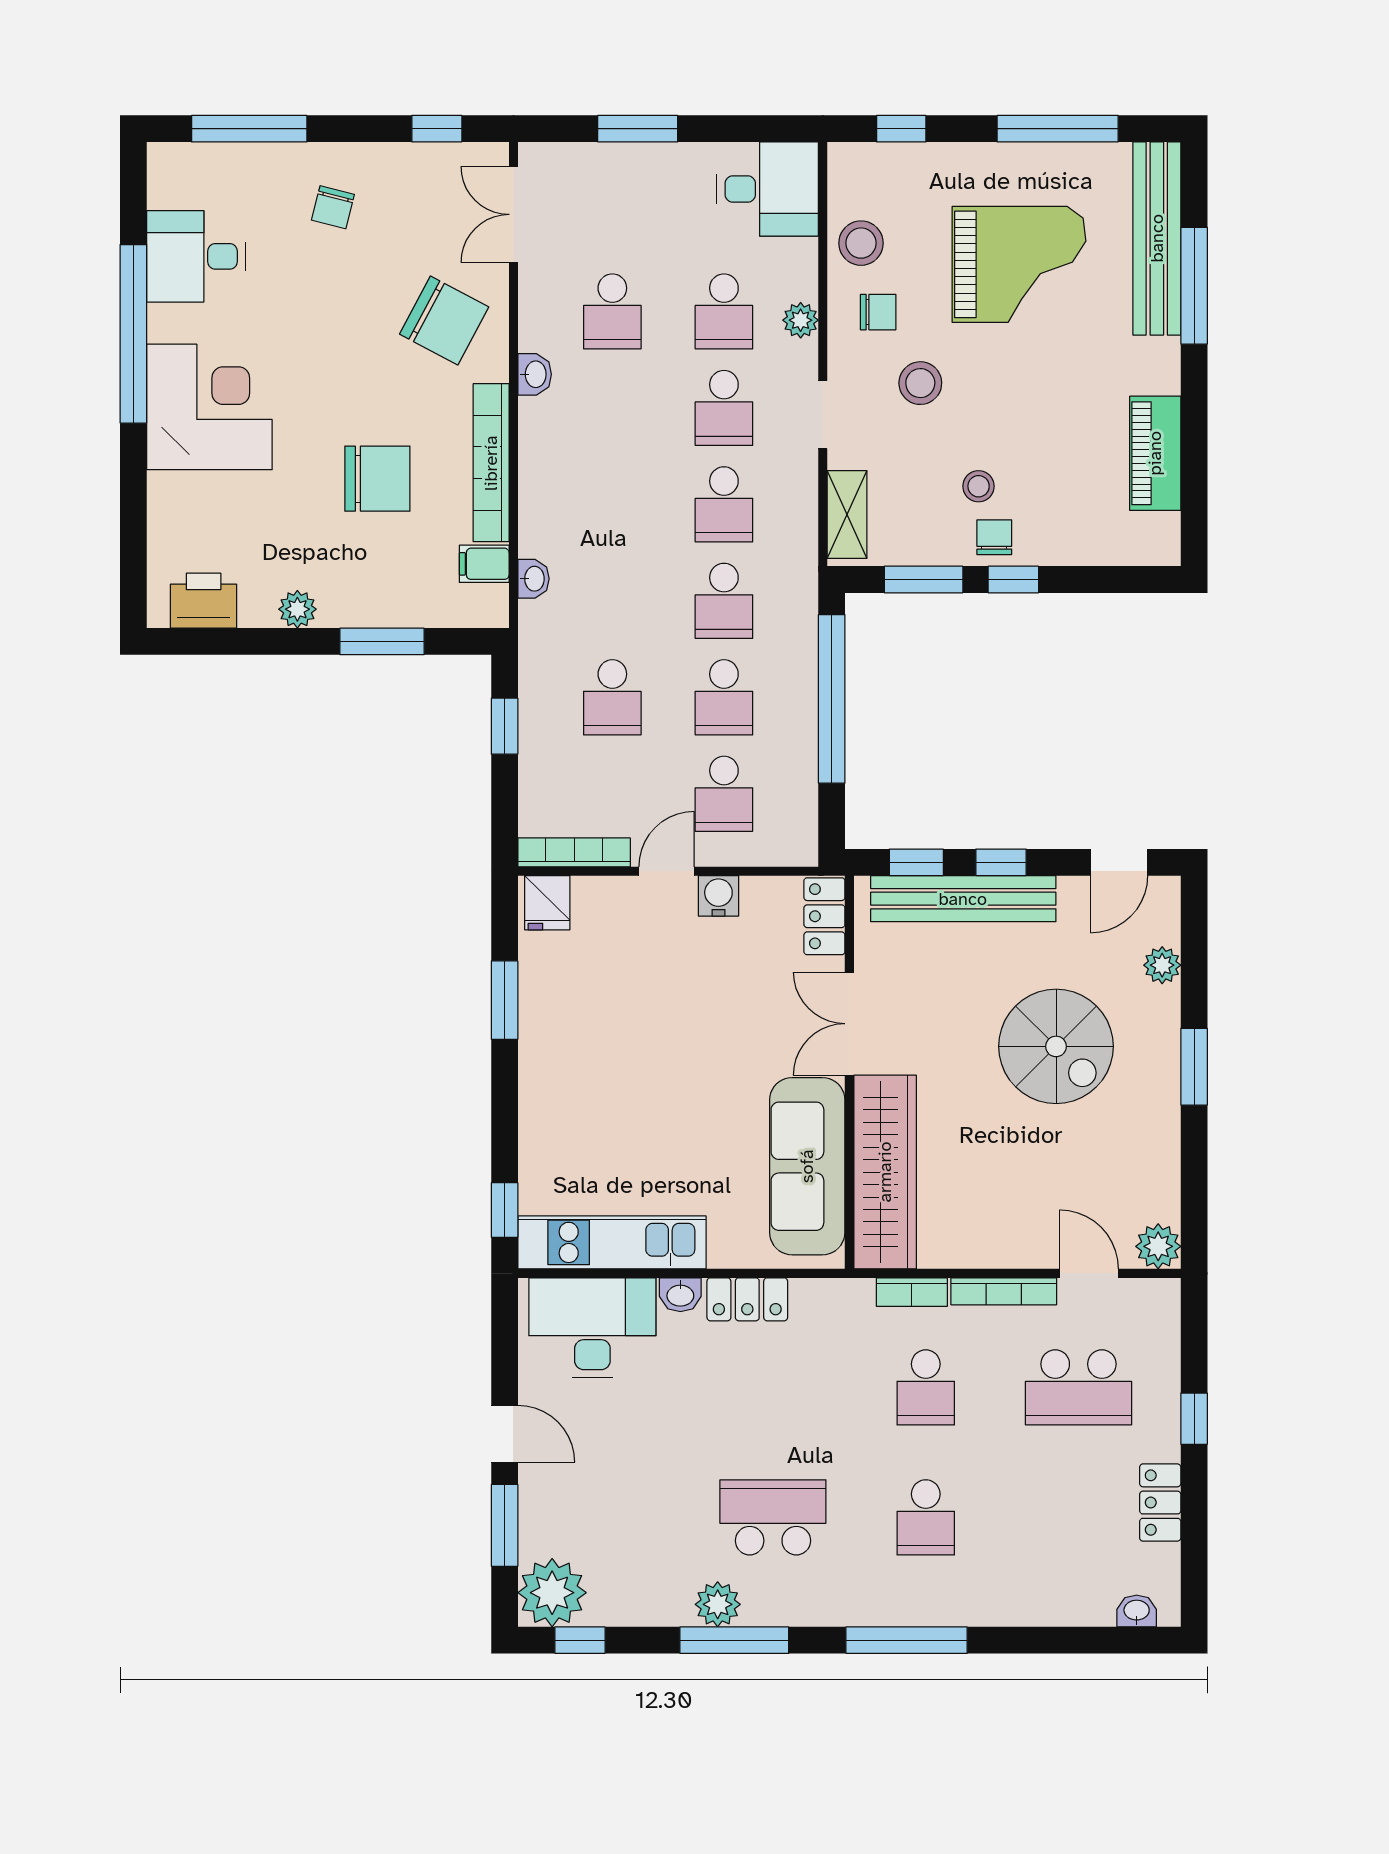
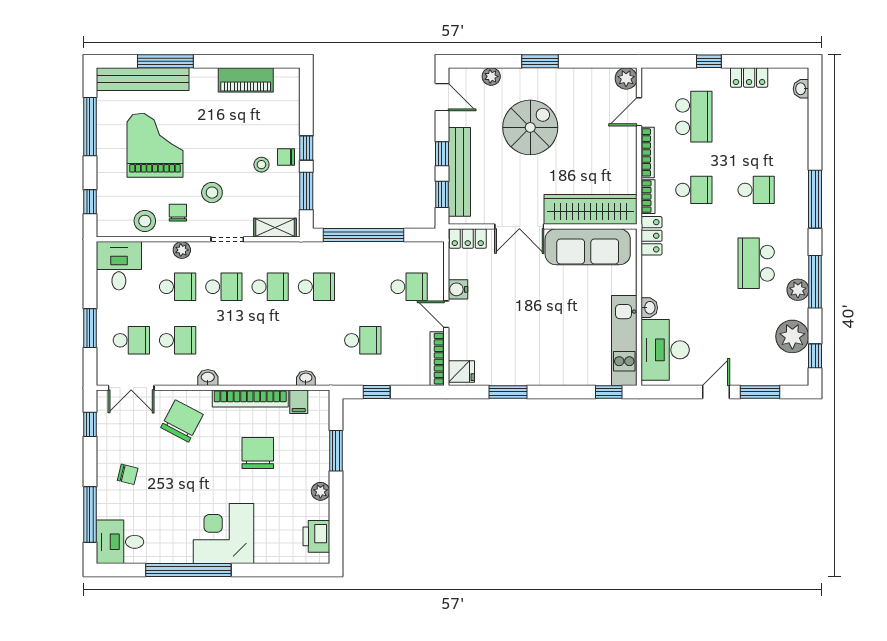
desk: (196, 256) -> (120, 542), moved, turned 90
school desk: (724, 697) -> (131, 340), moved
locker: (747, 1299) -> (652, 236), moved
plant: (552, 1593) -> (792, 336), moved

